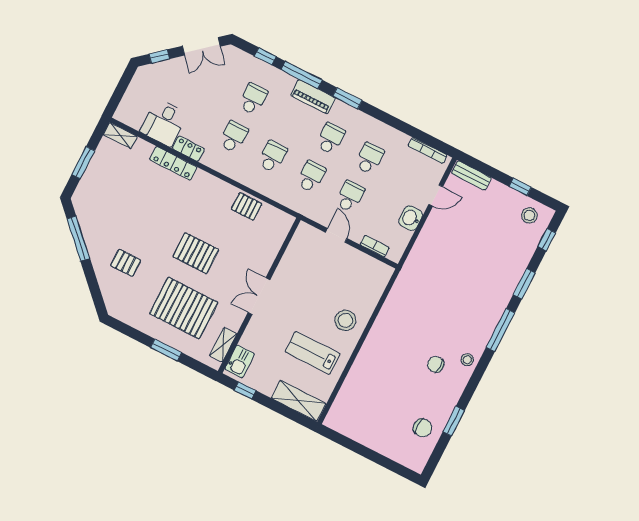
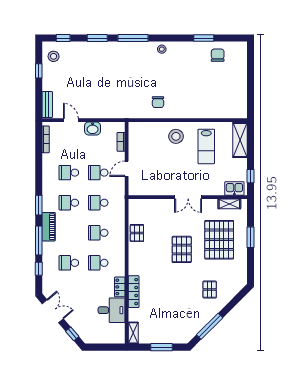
chair: (436, 364) -> (158, 102), moved

